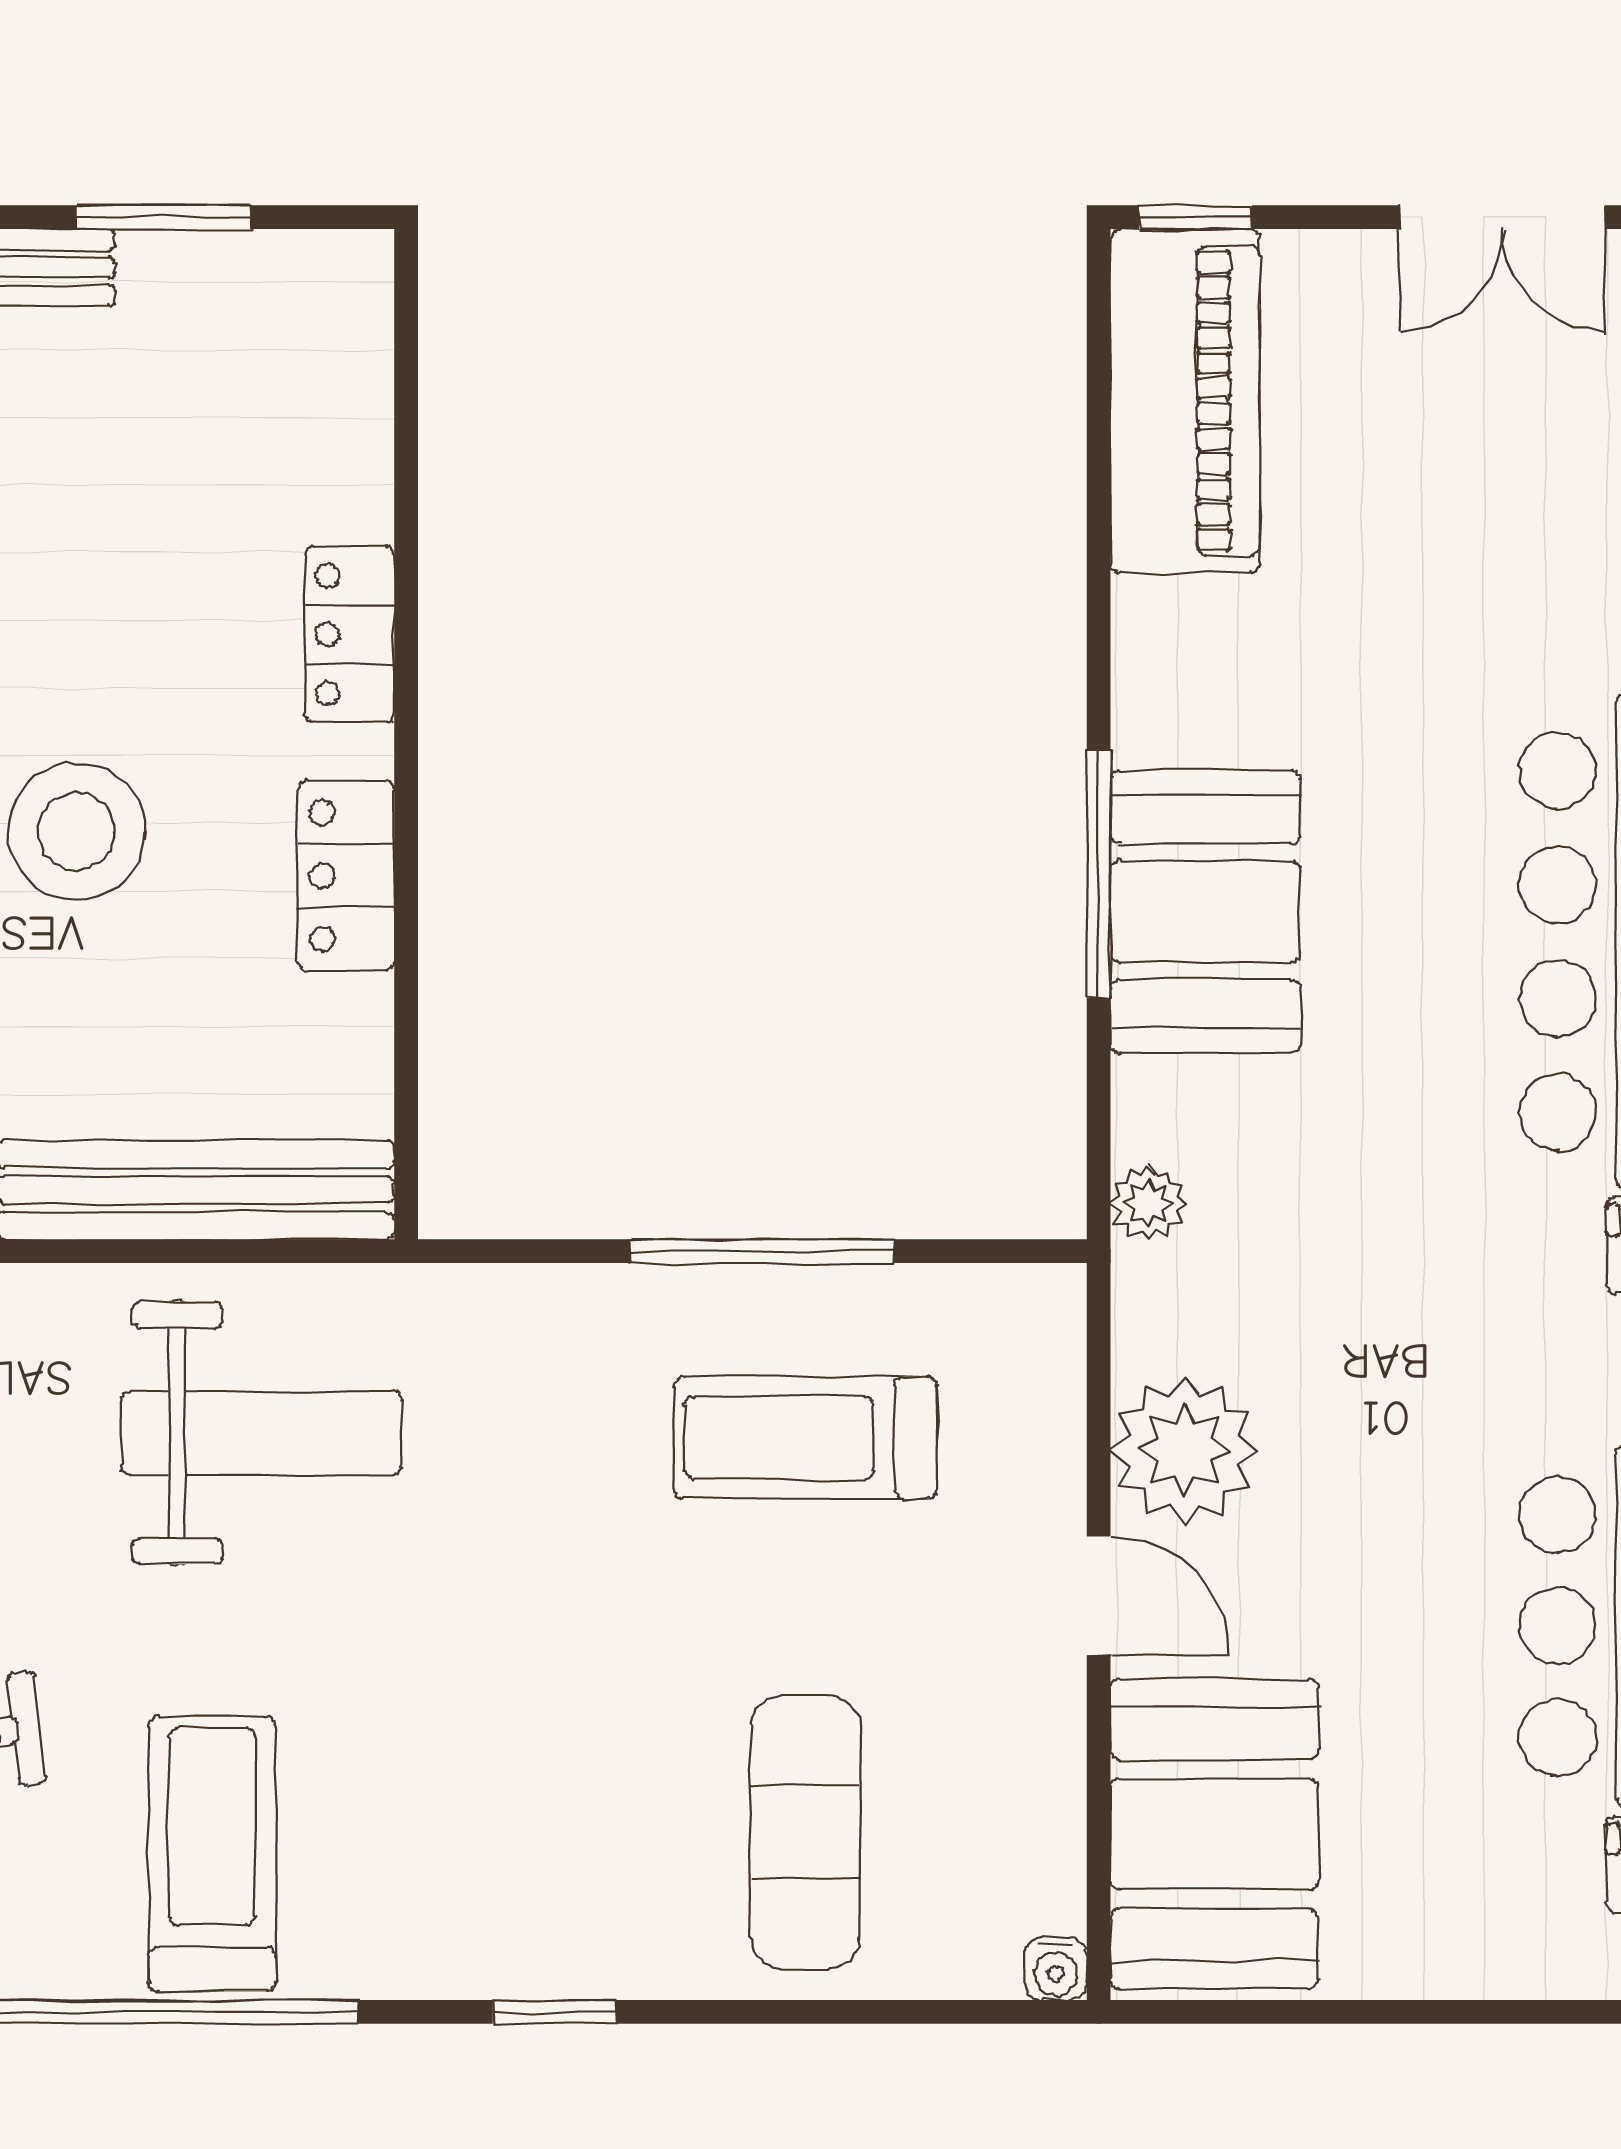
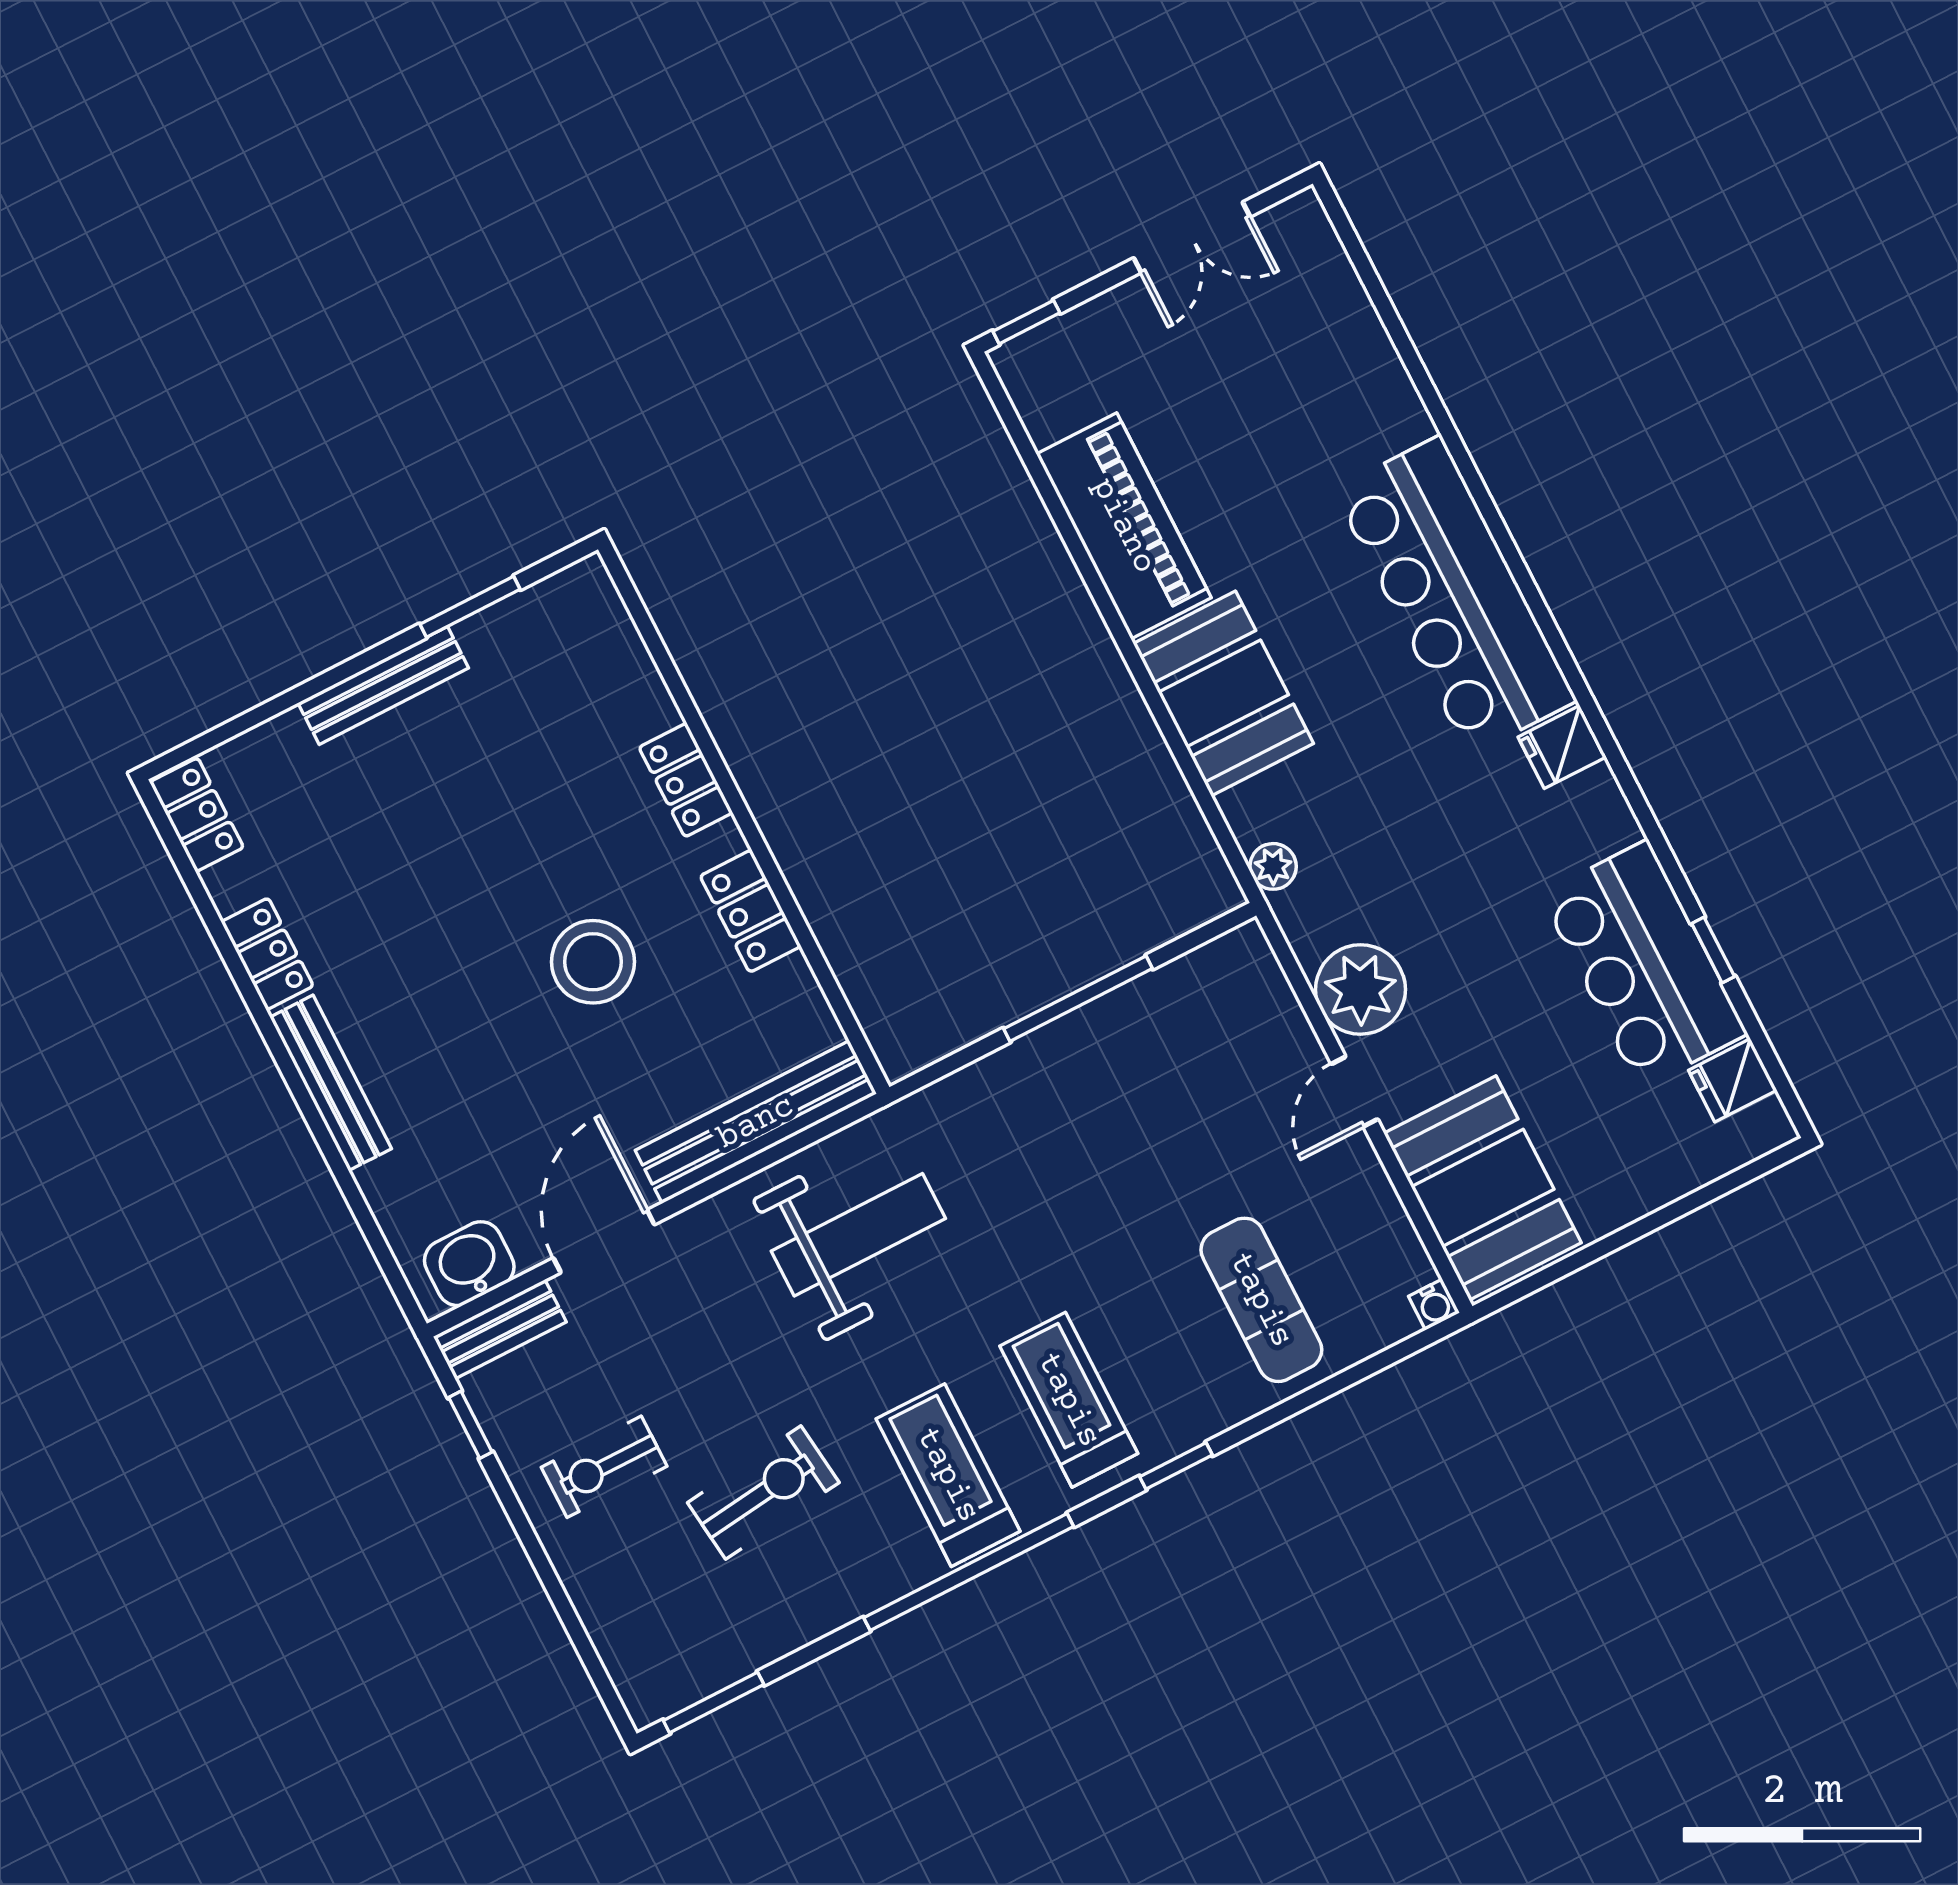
piano: (1185, 401) -> (1124, 526), moved
window: (1099, 874) -> (1155, 703), removed
treadmill: (805, 1438) -> (1069, 1400), moved, turned 90
door: (1099, 1596) -> (1354, 1092), swing flipped

